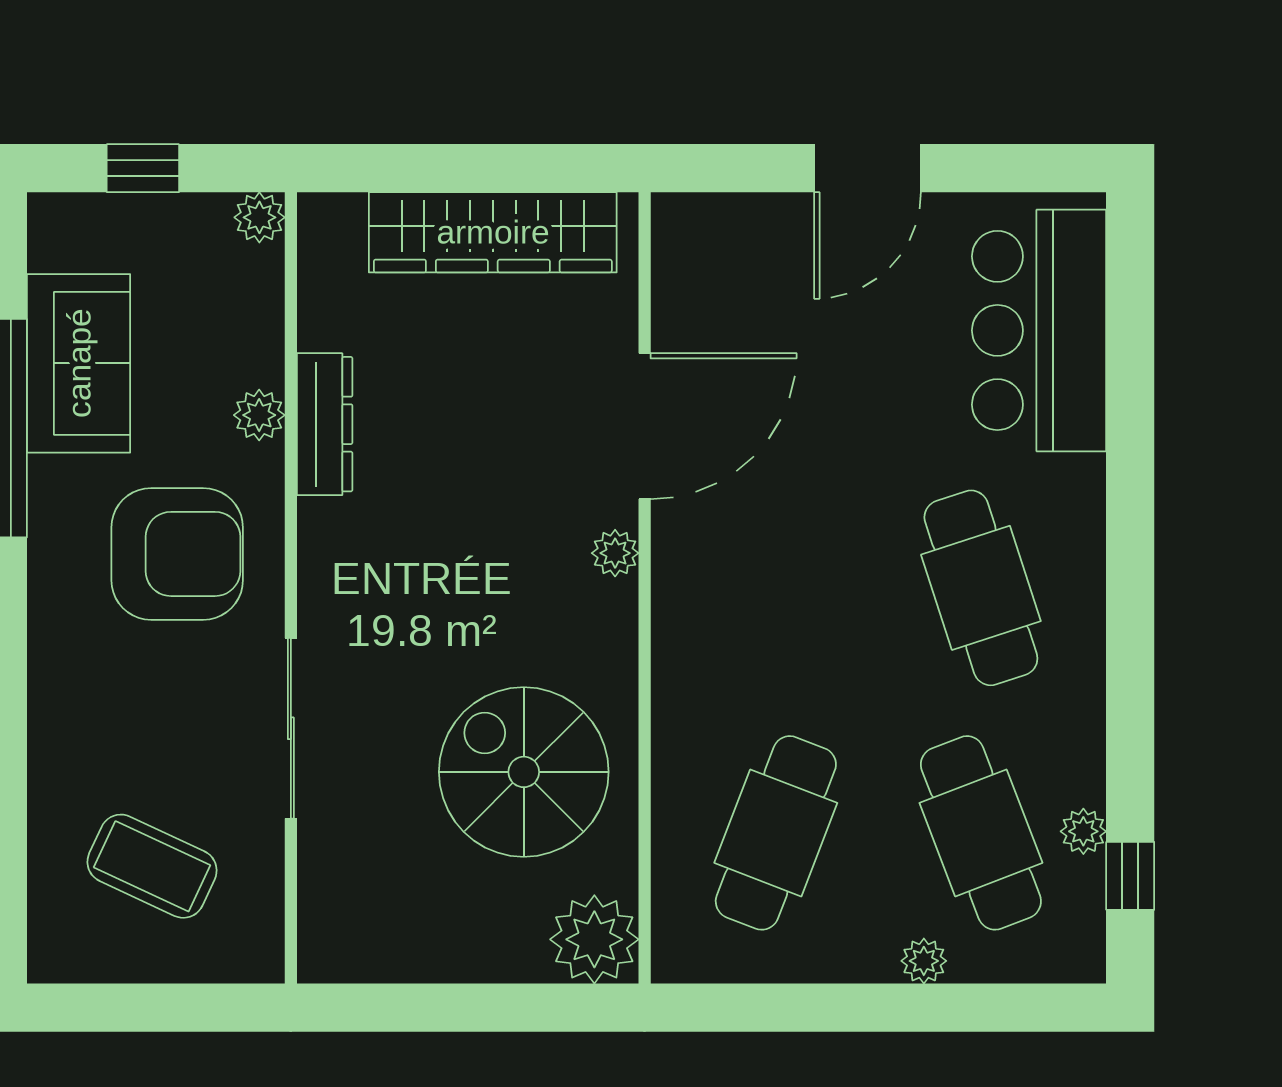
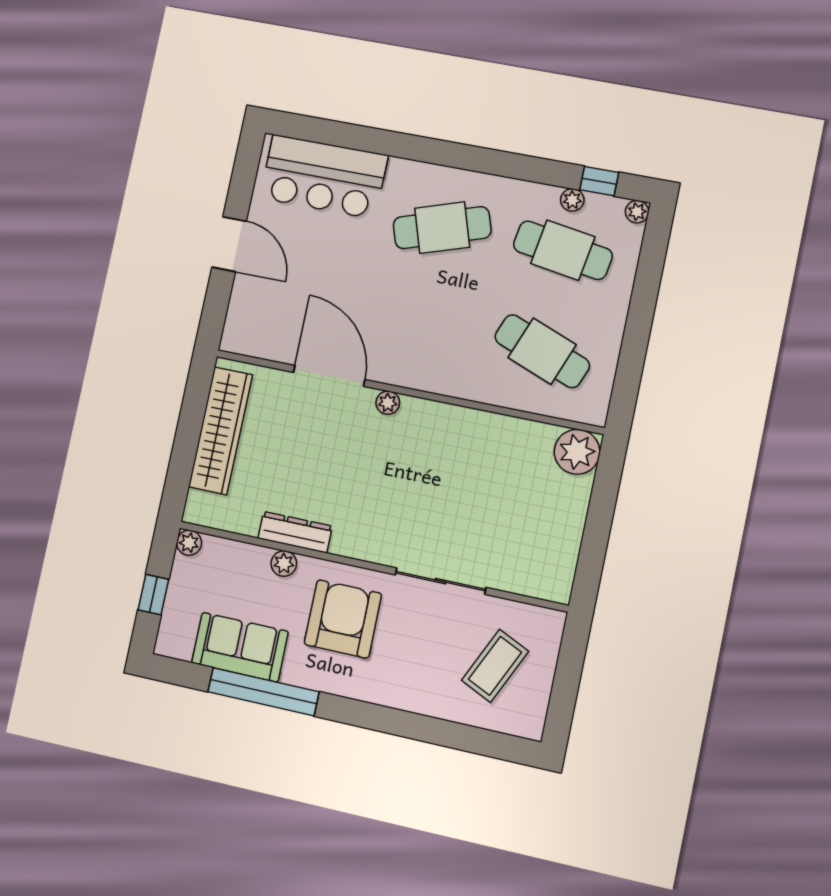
spiral stairs: (524, 772) -> (486, 470), removed
cafe table: (981, 833) -> (563, 250), turned 30
plant: (924, 961) -> (637, 212), moved

